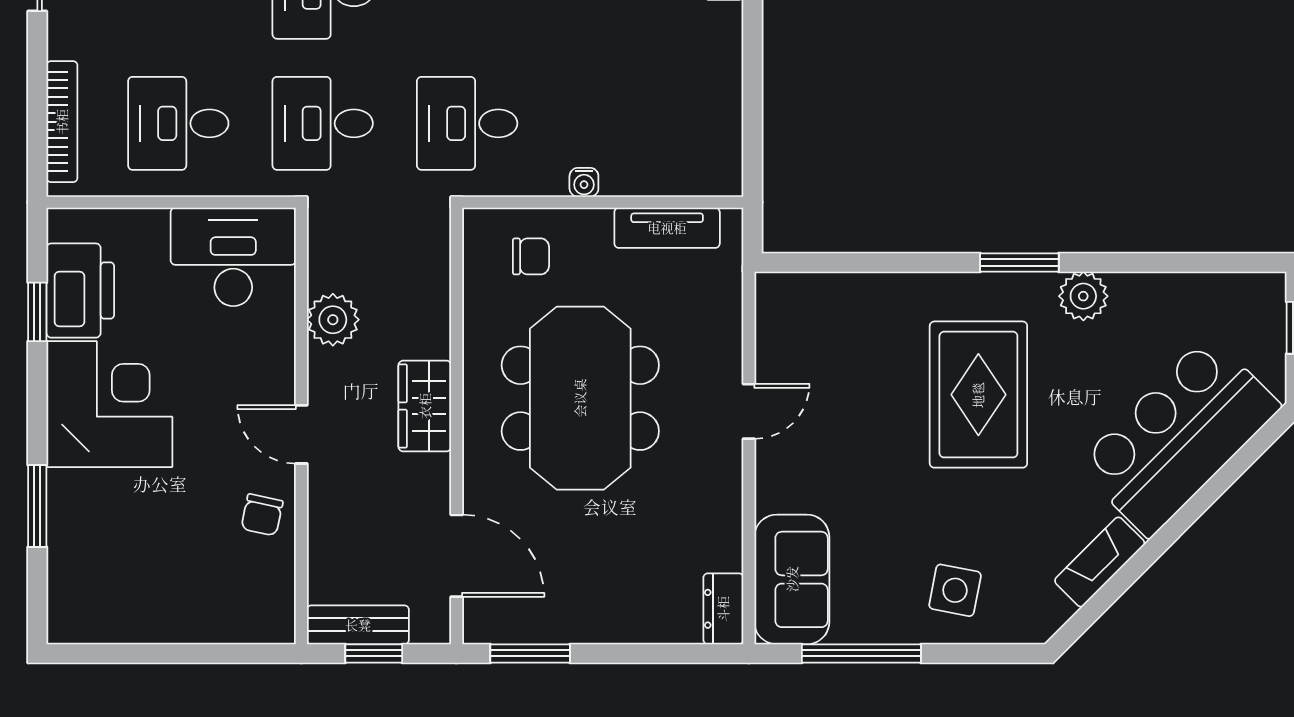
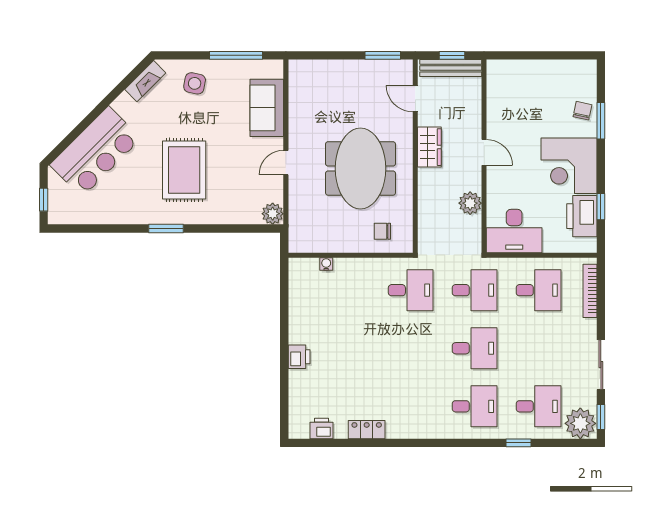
water cooler: (584, 182) -> (326, 264), moved
tv unit: (667, 228) -> (322, 244), removed
plant: (1083, 296) -> (273, 214), moved
wardrobe: (425, 406) -> (429, 147), moved
chair: (262, 515) -> (582, 111), moved
door: (457, 556) -> (415, 99), width x0.73
fireplace: (1100, 562) -> (145, 81), moved
sofa: (792, 579) -> (267, 108), moved
dresser: (723, 609) -> (297, 75), removed
bench: (358, 625) -> (451, 68), width x1.36

